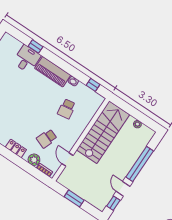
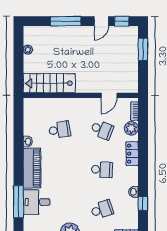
window: (35, 46) -> (18, 202), width x2.17
window: (93, 85) -> (18, 119), removed
school desk: (19, 120) -> (102, 170), added
stairs: (103, 132) -> (49, 83), width x0.73, depth x0.66
window: (140, 164) -> (66, 21), width x0.68
window: (74, 198) -> (143, 49), moved

